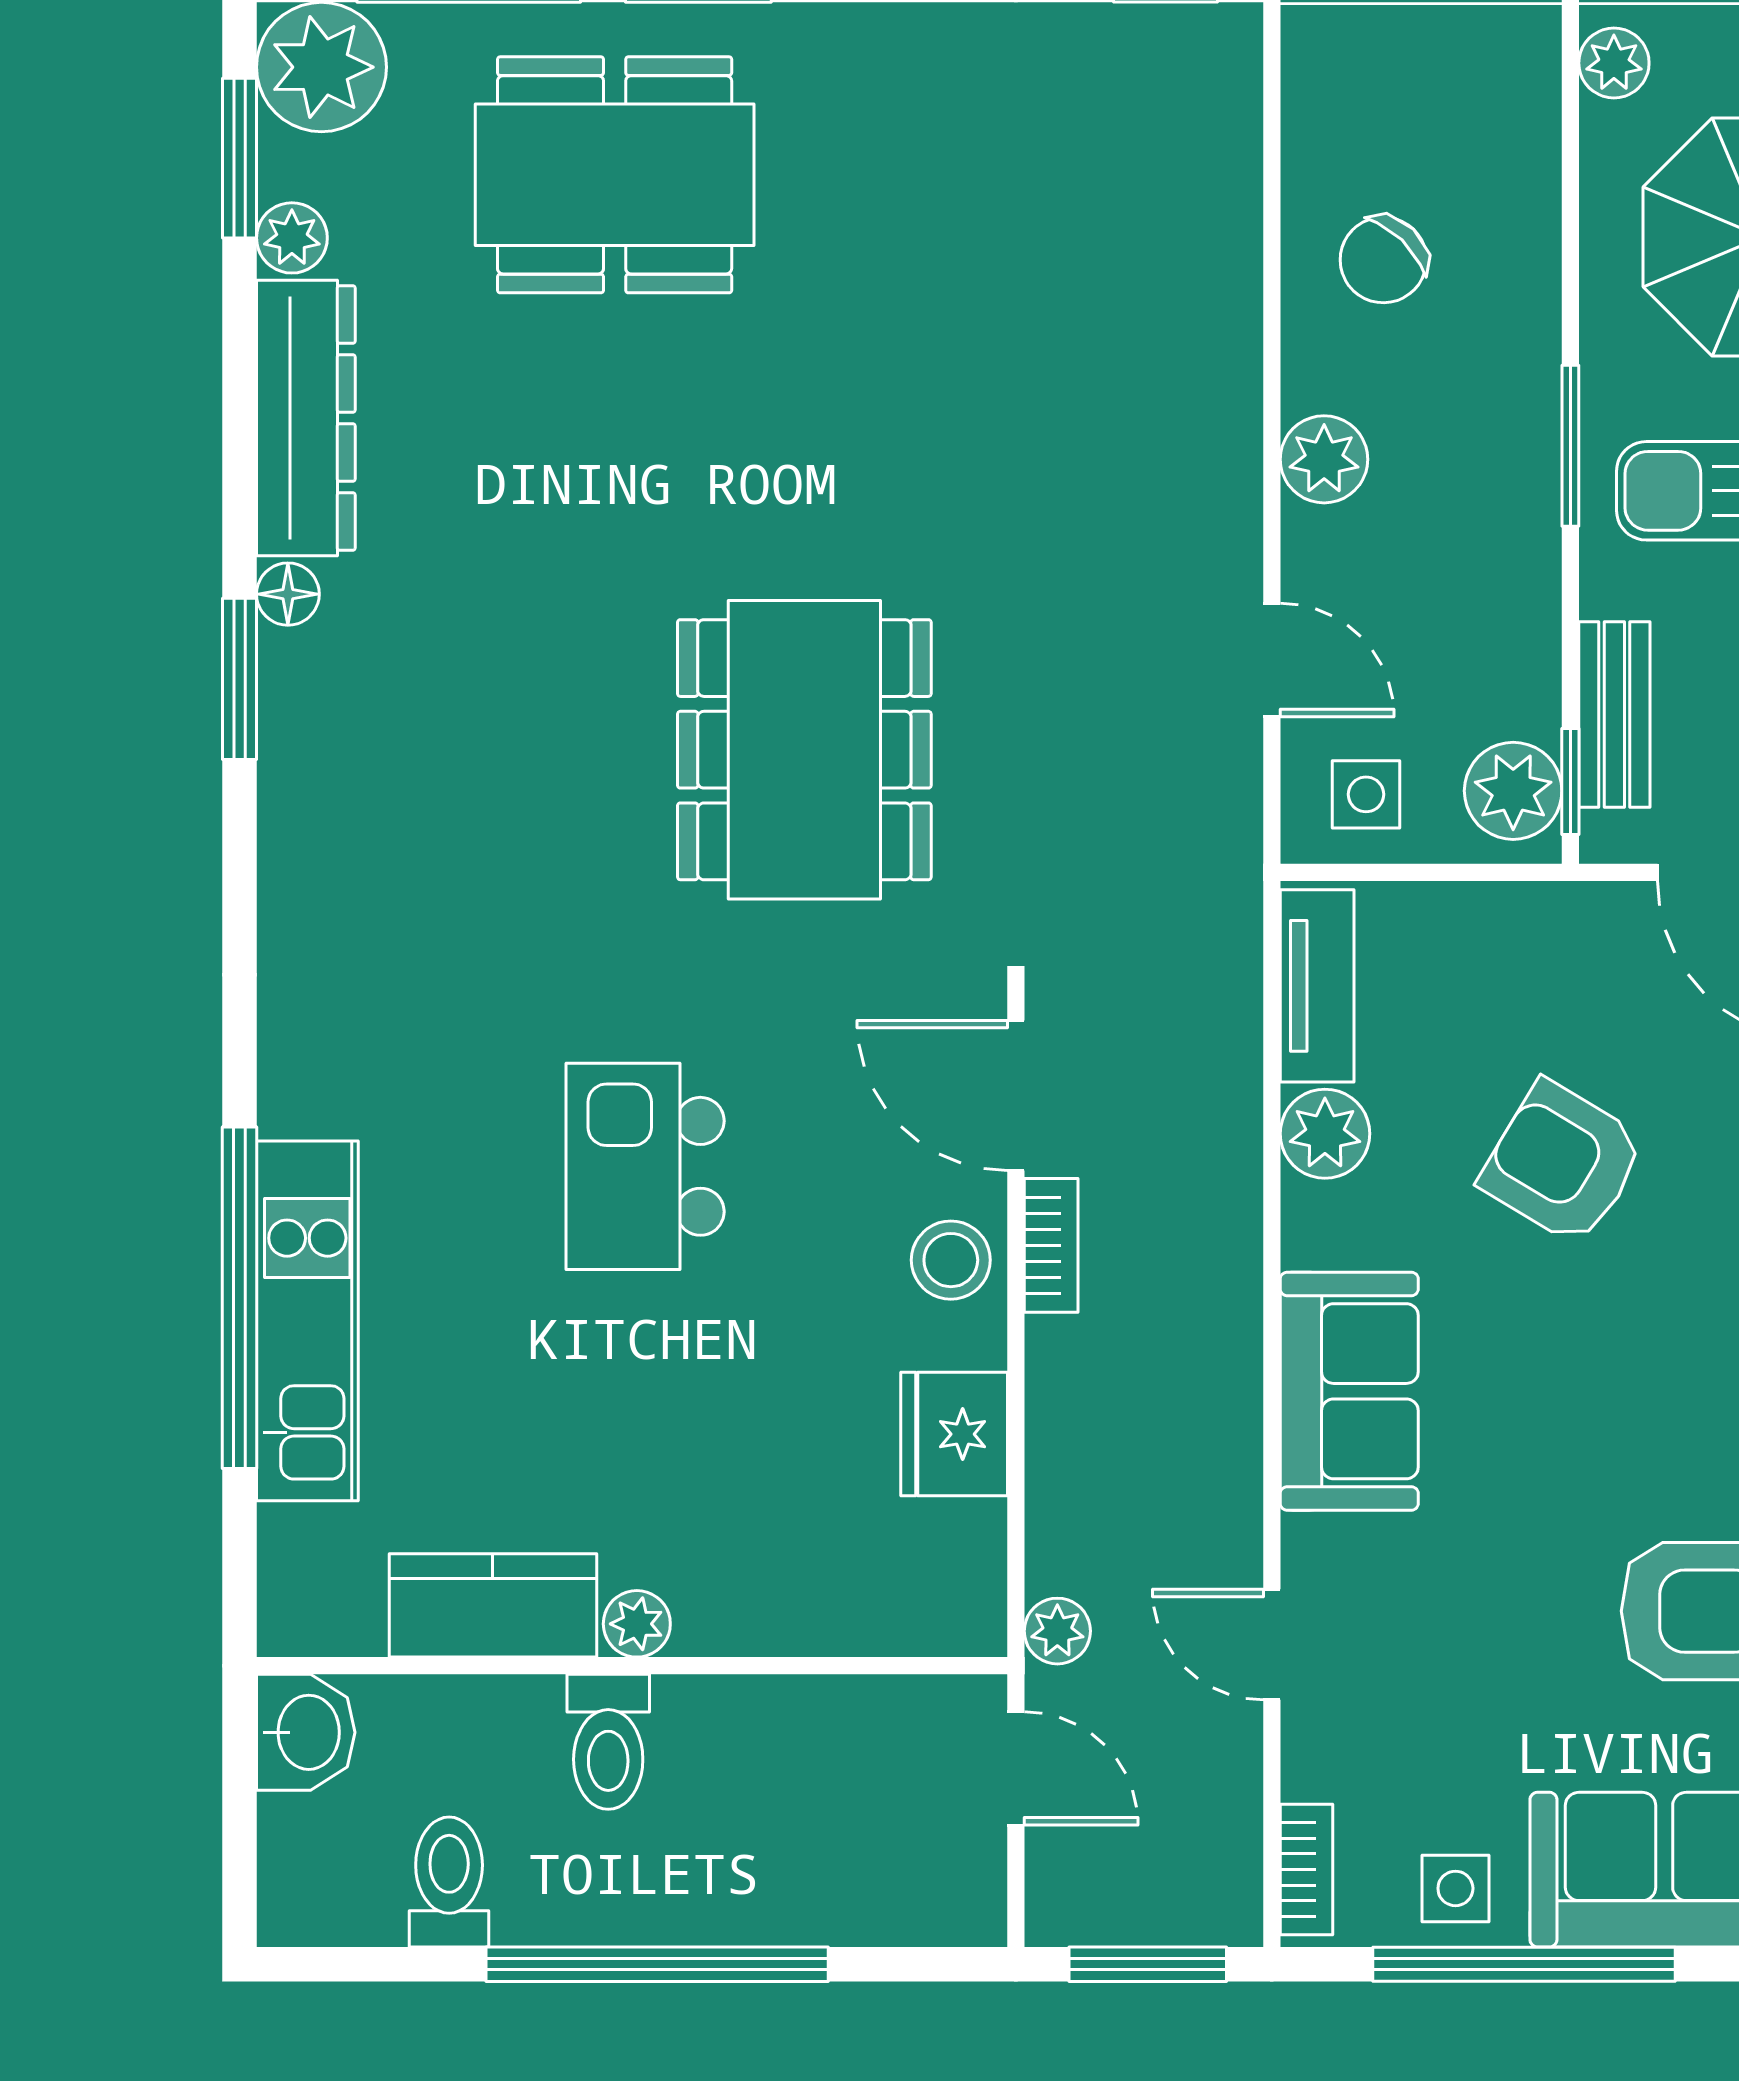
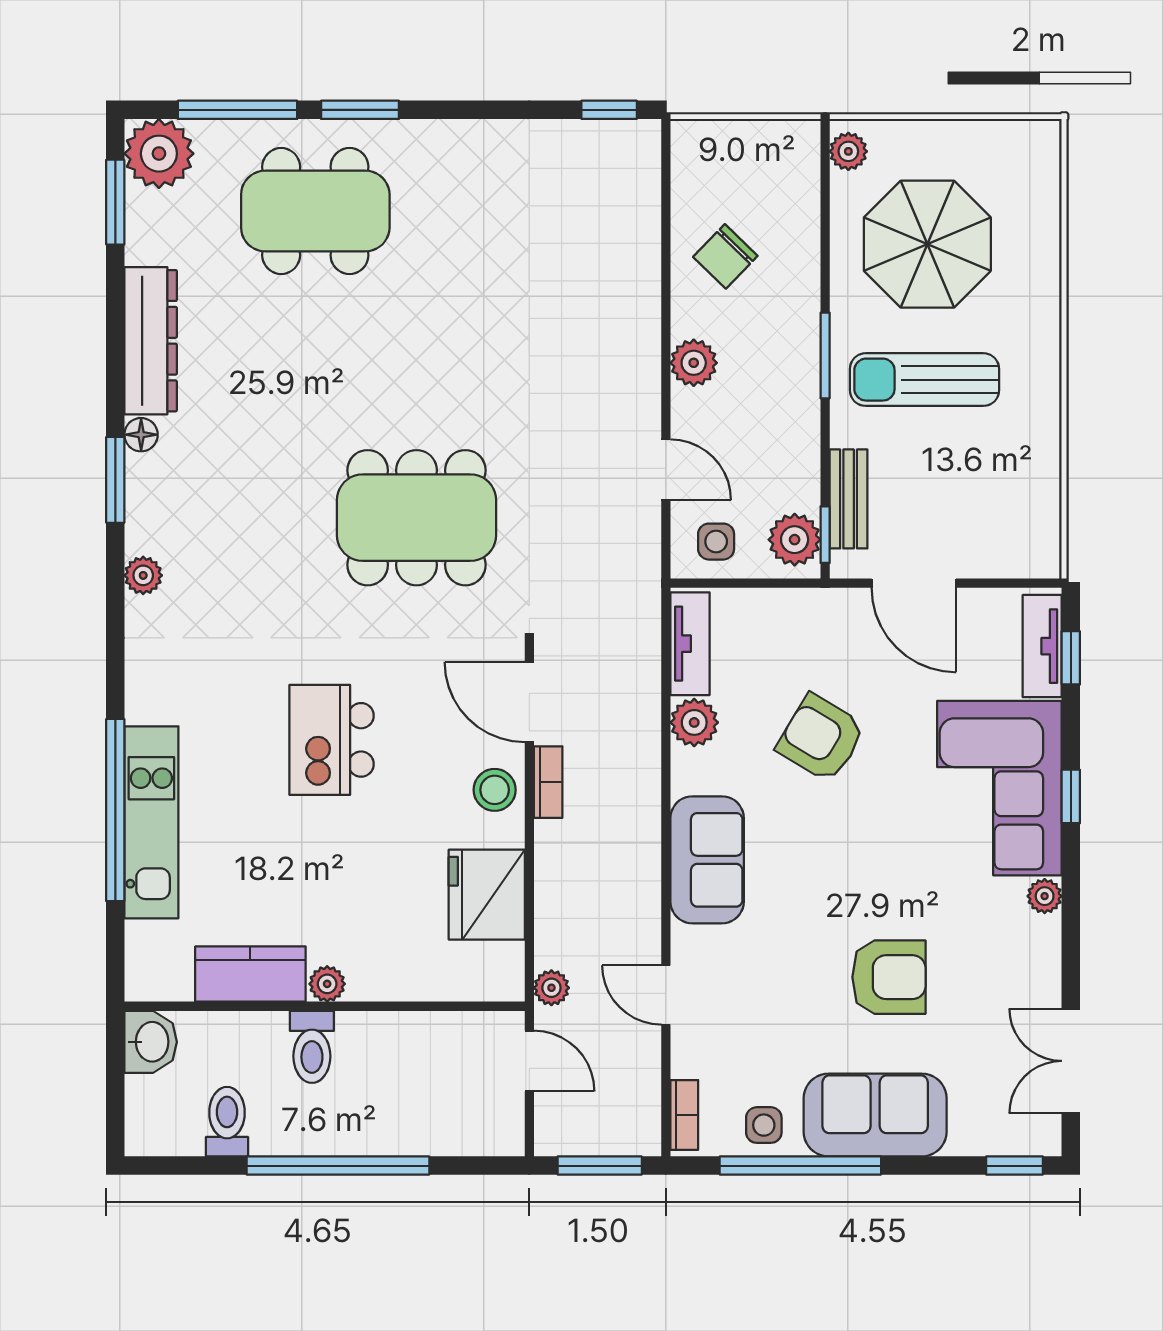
plant: (292, 238) -> (143, 575), moved
dining table: (804, 750) -> (417, 518), turned 90
fridge: (954, 1434) -> (487, 895), width x1.36, depth x1.34

